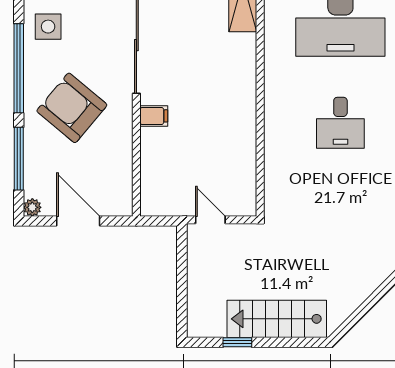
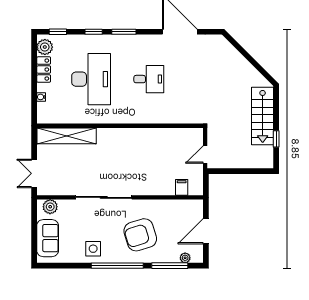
armchair: (72, 108) -> (140, 235), turned 33
filing cabinet: (154, 116) -> (182, 187), moved
plant: (32, 207) -> (185, 258), moved

